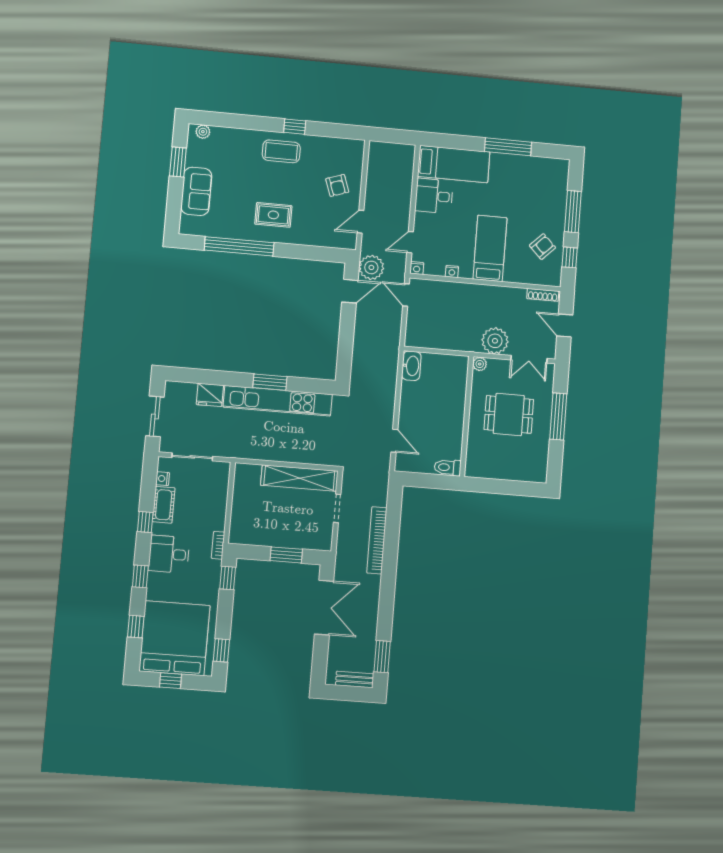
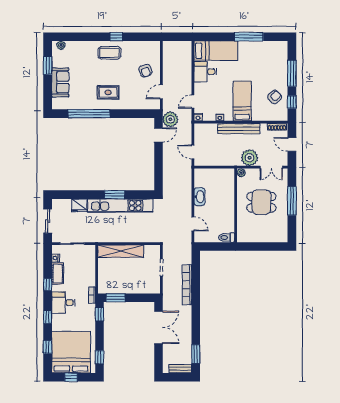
bench: (481, 292) -> (239, 129), added
door: (406, 295) -> (193, 152), moved
washbasin: (411, 366) -> (199, 197), moved
shelving: (299, 478) -> (121, 251), moved
window: (286, 555) -> (116, 298), moved

